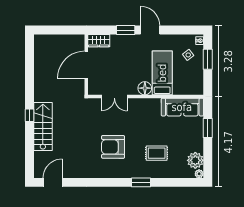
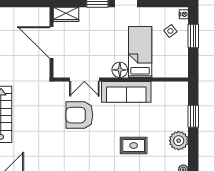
door: (86, 65) -> (51, 43), hinge flipped
sofa: (182, 107) -> (126, 92), moved
armchair: (113, 147) -> (79, 115), moved
plant: (195, 160) -> (179, 141), moved

